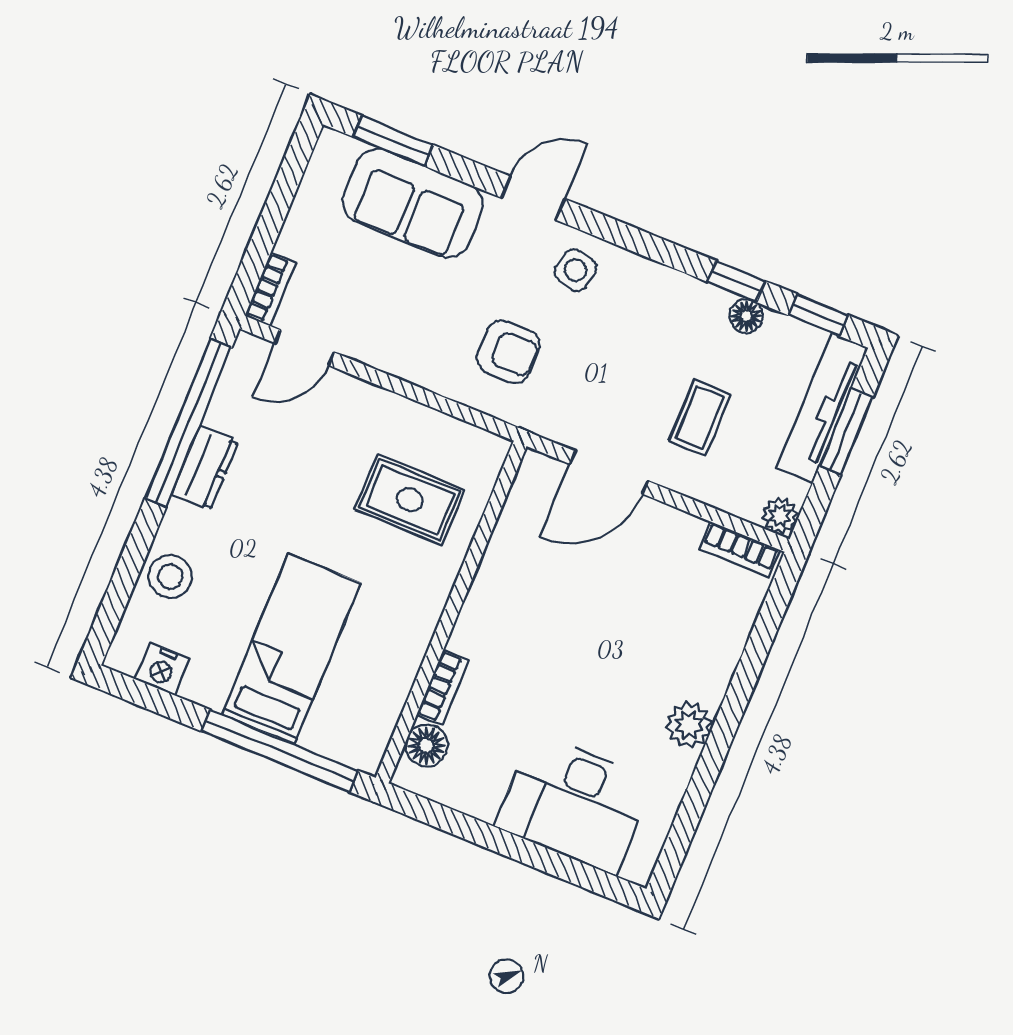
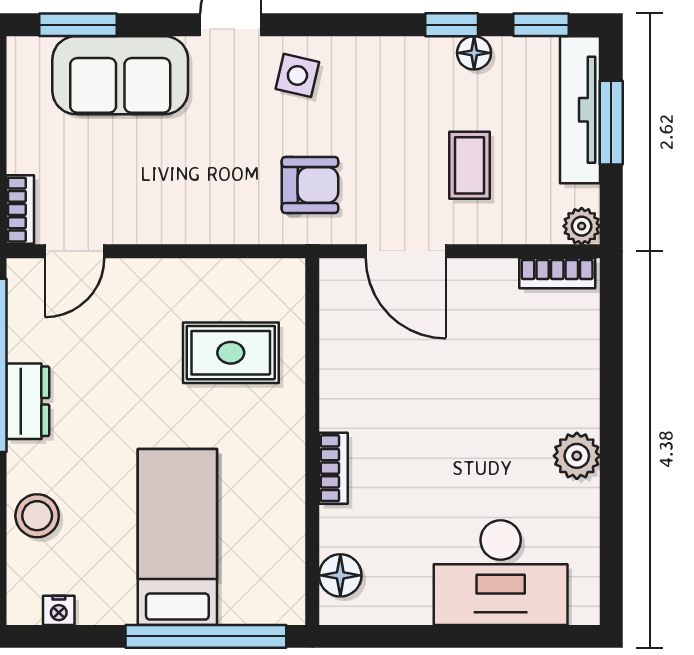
armchair: (508, 352) -> (310, 185), moved
door: (609, 472) -> (406, 251), hinge flipped
nightstand: (162, 669) -> (59, 610), width x0.72, depth x0.74
bookcase: (443, 687) -> (333, 468), moved

